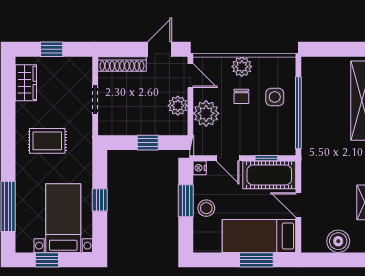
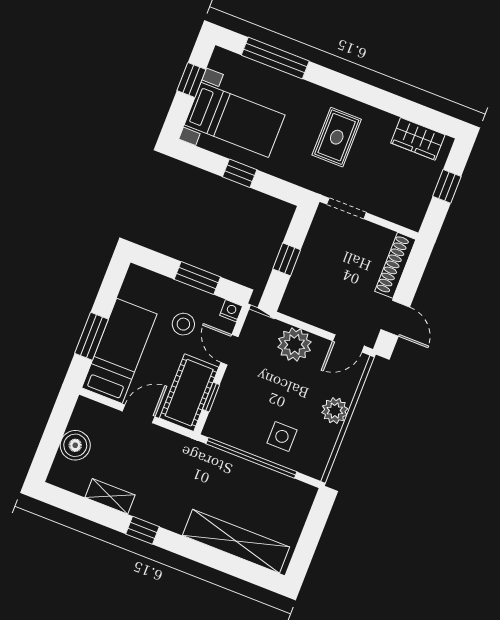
chair: (241, 96) -> (299, 396), removed
doorway: (95, 100) -> (346, 208), moved
plant: (178, 106) -> (318, 314), removed
door: (228, 158) -> (230, 350), hinge flipped
stool: (206, 208) -> (183, 324), moved

